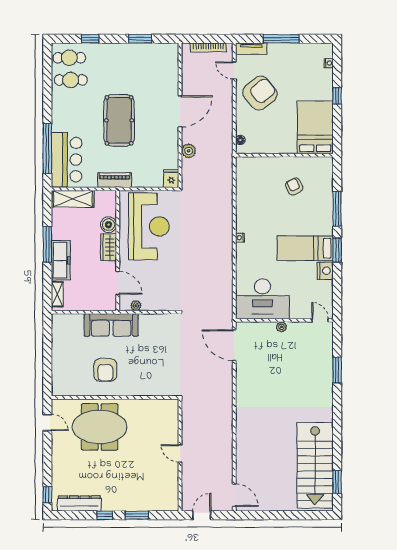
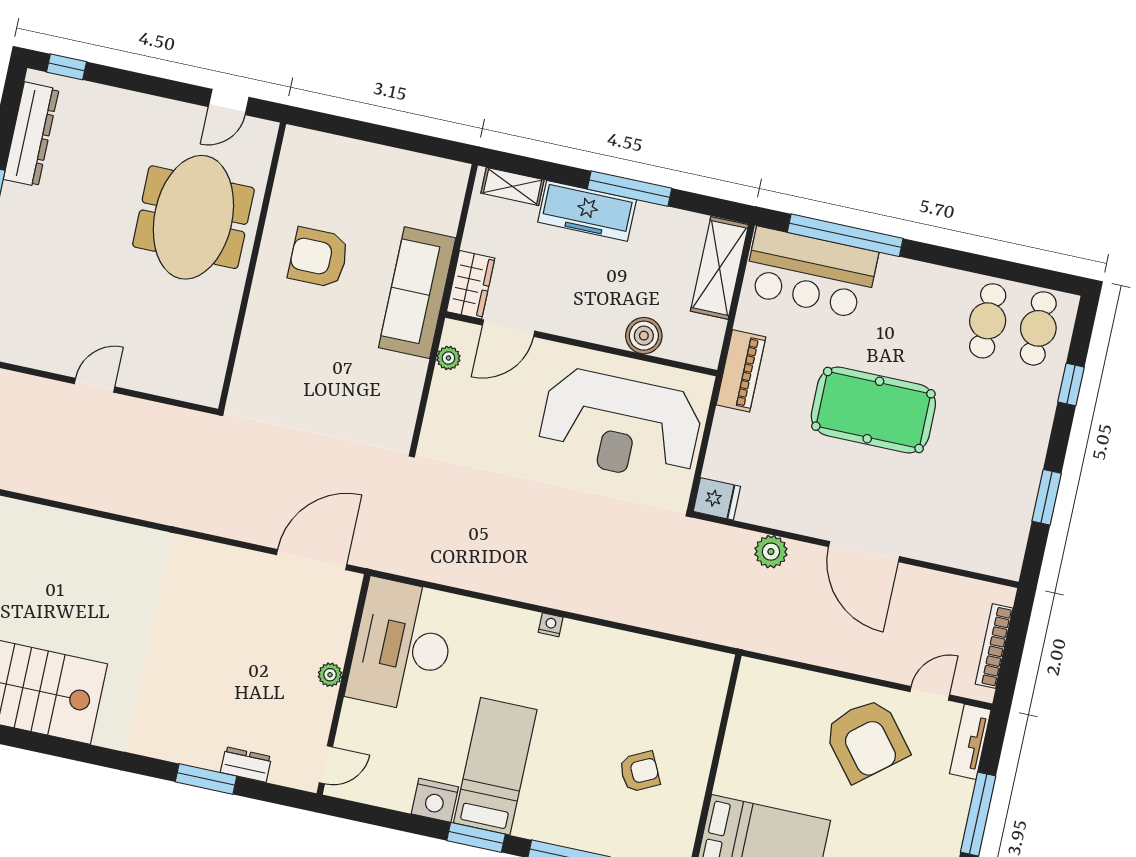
floor lamp: (240, 140) -> (770, 673), removed
wardrobe: (109, 247) -> (471, 285), moved, turned 90
dresser: (327, 354) -> (246, 765), added

